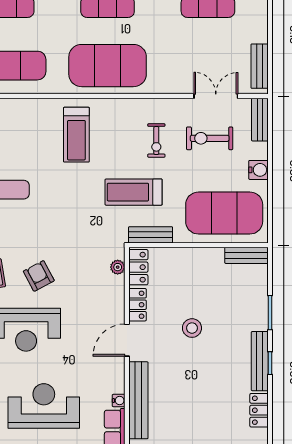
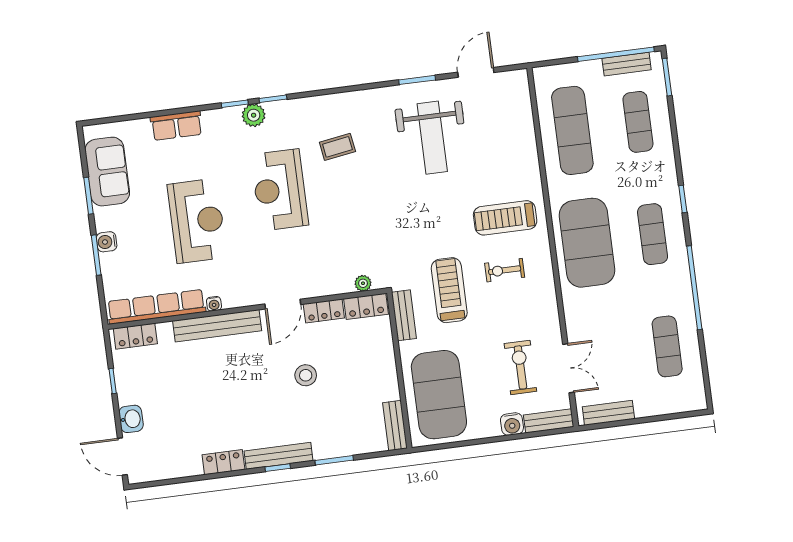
exercise bike: (156, 140) -> (505, 270), moved
water cooler: (258, 170) -> (512, 424), moved
armchair: (39, 276) -> (342, 196), removed
door: (127, 340) -> (283, 304), swing flipped

